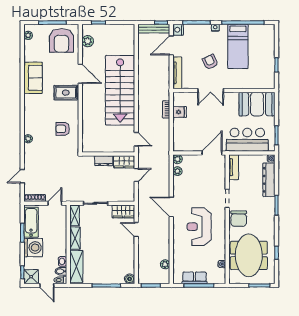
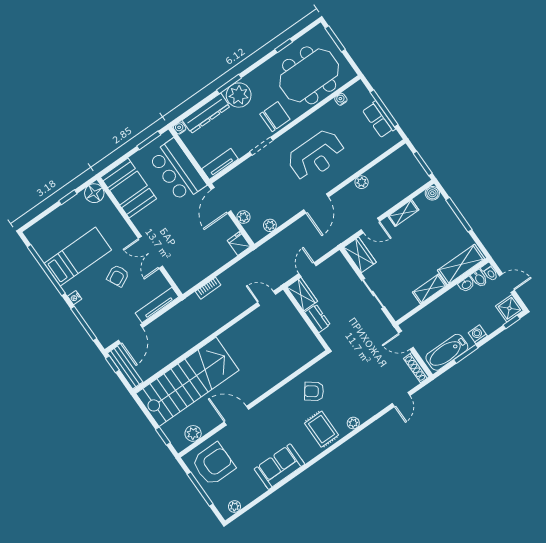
nightstand: (178, 30) -> (107, 339), removed
door: (171, 45) -> (130, 334), hinge flipped
door: (80, 74) -> (236, 416), hinge flipped
floor lamp: (268, 82) -> (94, 193), added
stairs: (120, 90) -> (187, 382), moved
double door: (211, 90) -> (150, 252), swing flipped
rug: (66, 93) -> (322, 429), moved
fridge: (180, 112) -> (239, 243), moved
armchair: (63, 129) -> (314, 391), turned 127
door: (136, 139) -> (267, 298), hinge flipped
door: (212, 153) -> (221, 200), hinge flipped
plant: (178, 159) -> (244, 217), moved
door: (136, 175) -> (308, 270), hinge flipped
door: (22, 176) -> (401, 400), hinge flipped
plant: (266, 206) -> (239, 95), added
shelving: (75, 216) -> (403, 213), moved
door: (136, 230) -> (370, 225), hinge flipped
washing machine: (33, 248) -> (478, 334), width x0.53, depth x0.53
plant: (165, 264) -> (362, 182), moved
door: (47, 285) -> (507, 283), hinge flipped

